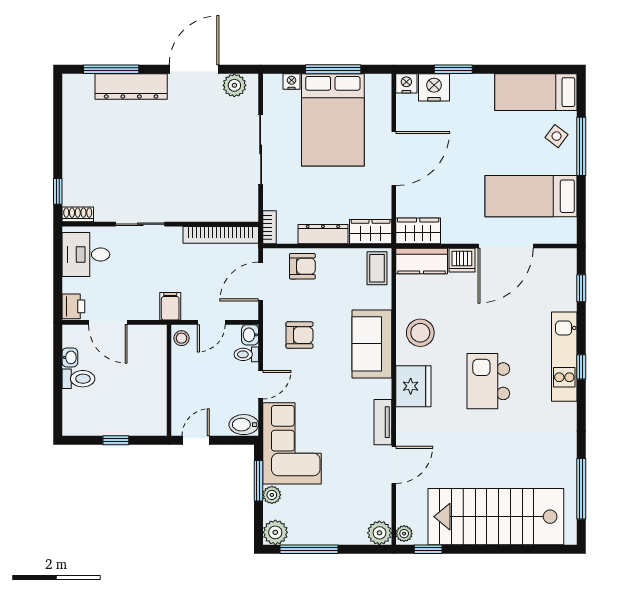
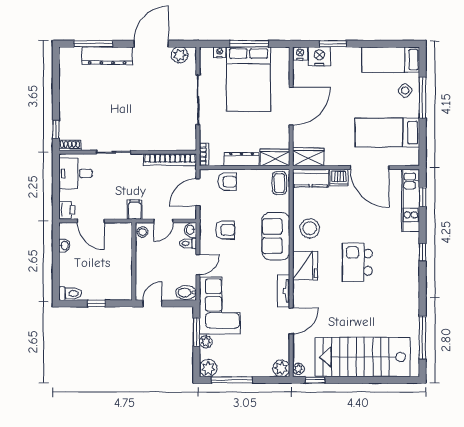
door: (506, 246) -> (369, 167), hinge flipped
kitchen unit: (564, 357) -> (411, 200), moved
toilet: (78, 379) -> (70, 293), moved

